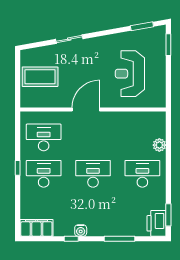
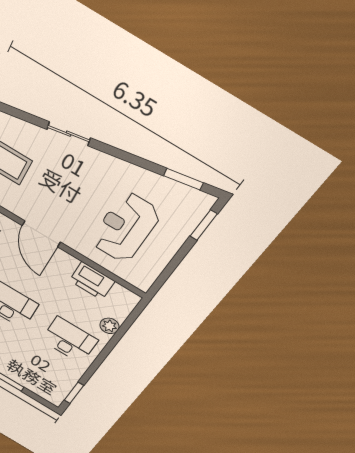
door: (86, 109) -> (41, 234), swing flipped
printer: (157, 223) -> (92, 281), moved, turned -90

